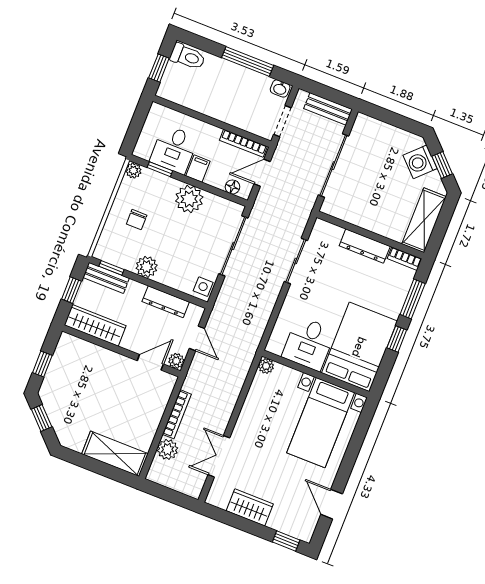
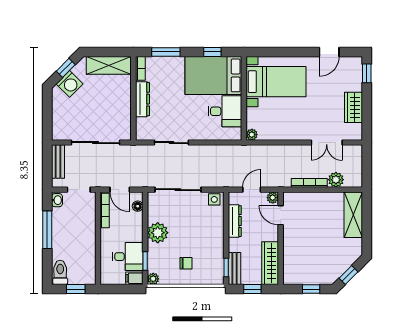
filing cabinet: (198, 169) -> (134, 278), moved
plant: (147, 267) -> (216, 244), removed
window: (397, 339) -> (212, 52), moved

